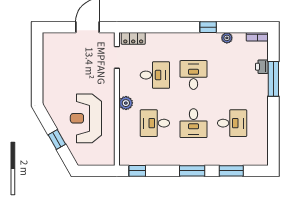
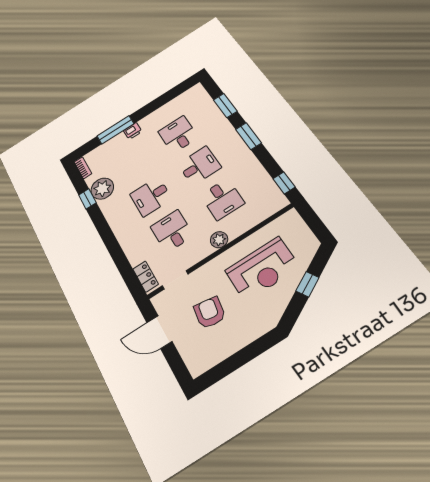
window: (208, 27) -> (87, 199), moved
plant: (227, 38) -> (102, 189), width x1.87, depth x1.87
armchair: (79, 67) -> (210, 313), added
printer: (262, 67) -> (133, 131), moved

